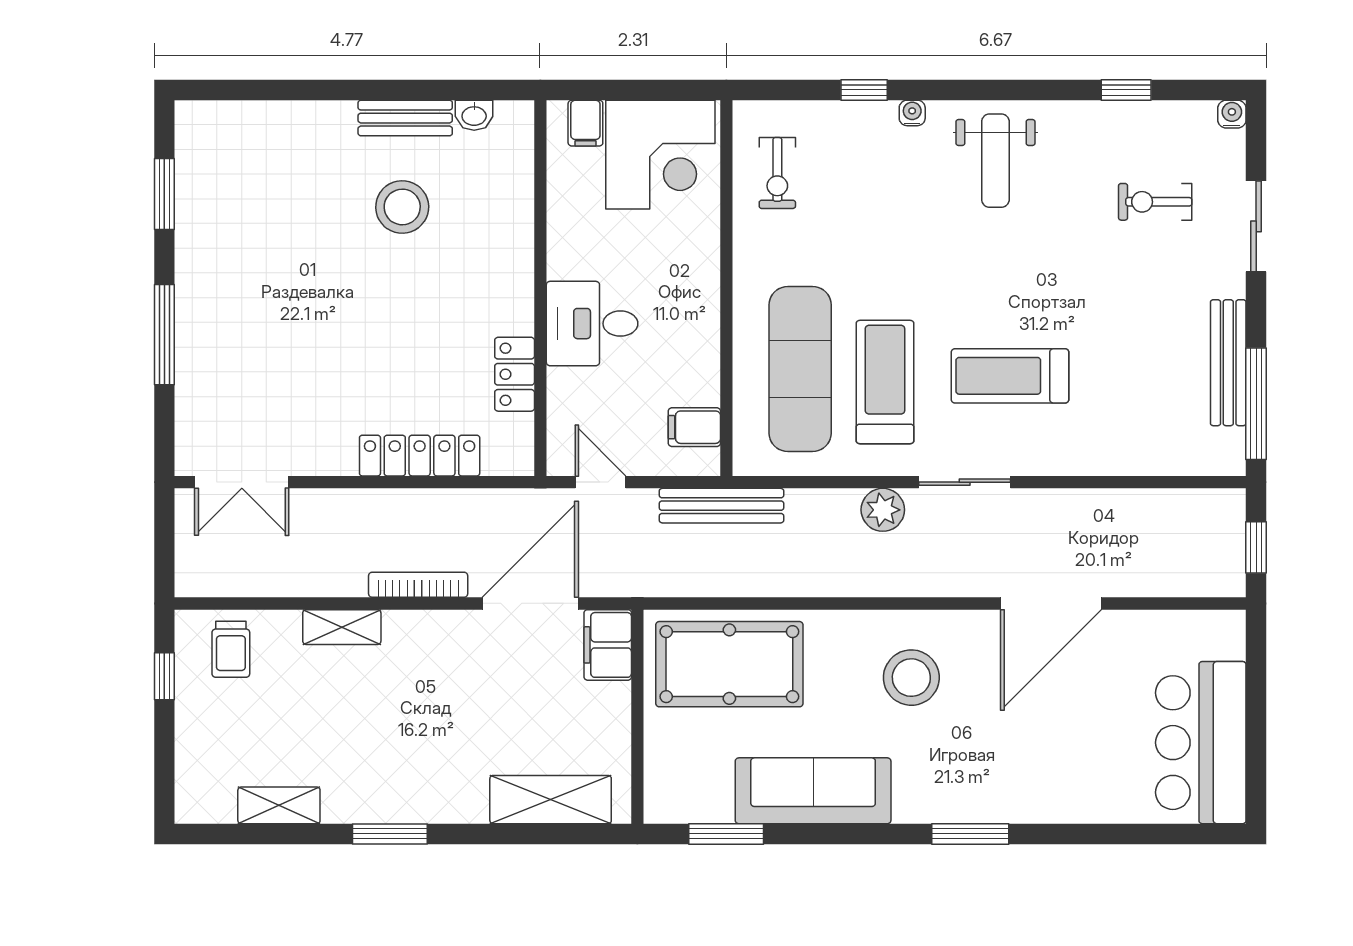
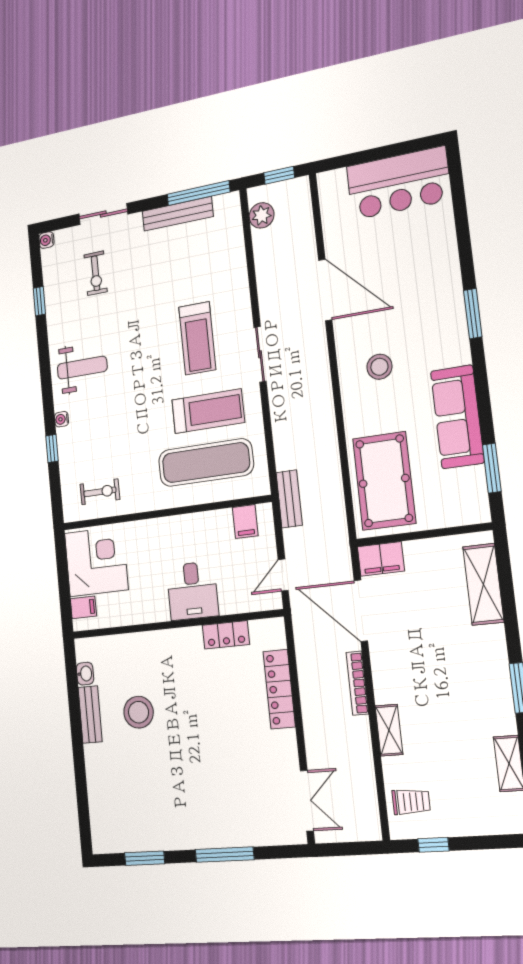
treadmill: (885, 382) -> (208, 411), turned 180
bench: (721, 506) -> (289, 499), width x0.73
plant: (883, 510) -> (262, 215), moved
stool: (911, 678) -> (379, 367), width x0.73, depth x0.73

